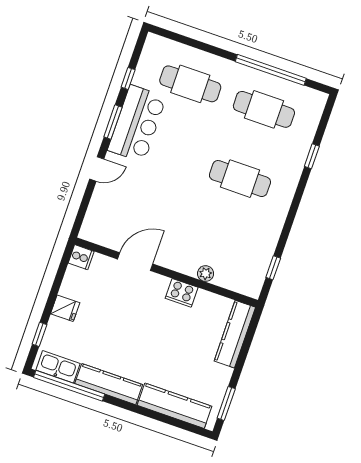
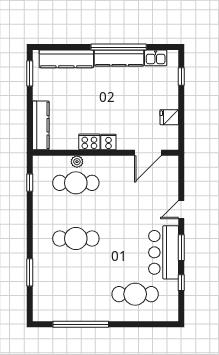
cafe table: (264, 109) -> (76, 183), moved
window: (312, 156) -> (30, 272), width x1.50
cooker: (81, 257) -> (108, 142), moved, turned 90
door: (135, 262) -> (148, 153), moved
fridge: (65, 308) -> (169, 117), moved
kitchen sink: (58, 367) -> (156, 58), width x0.73
window: (69, 386) -> (119, 47), moved

